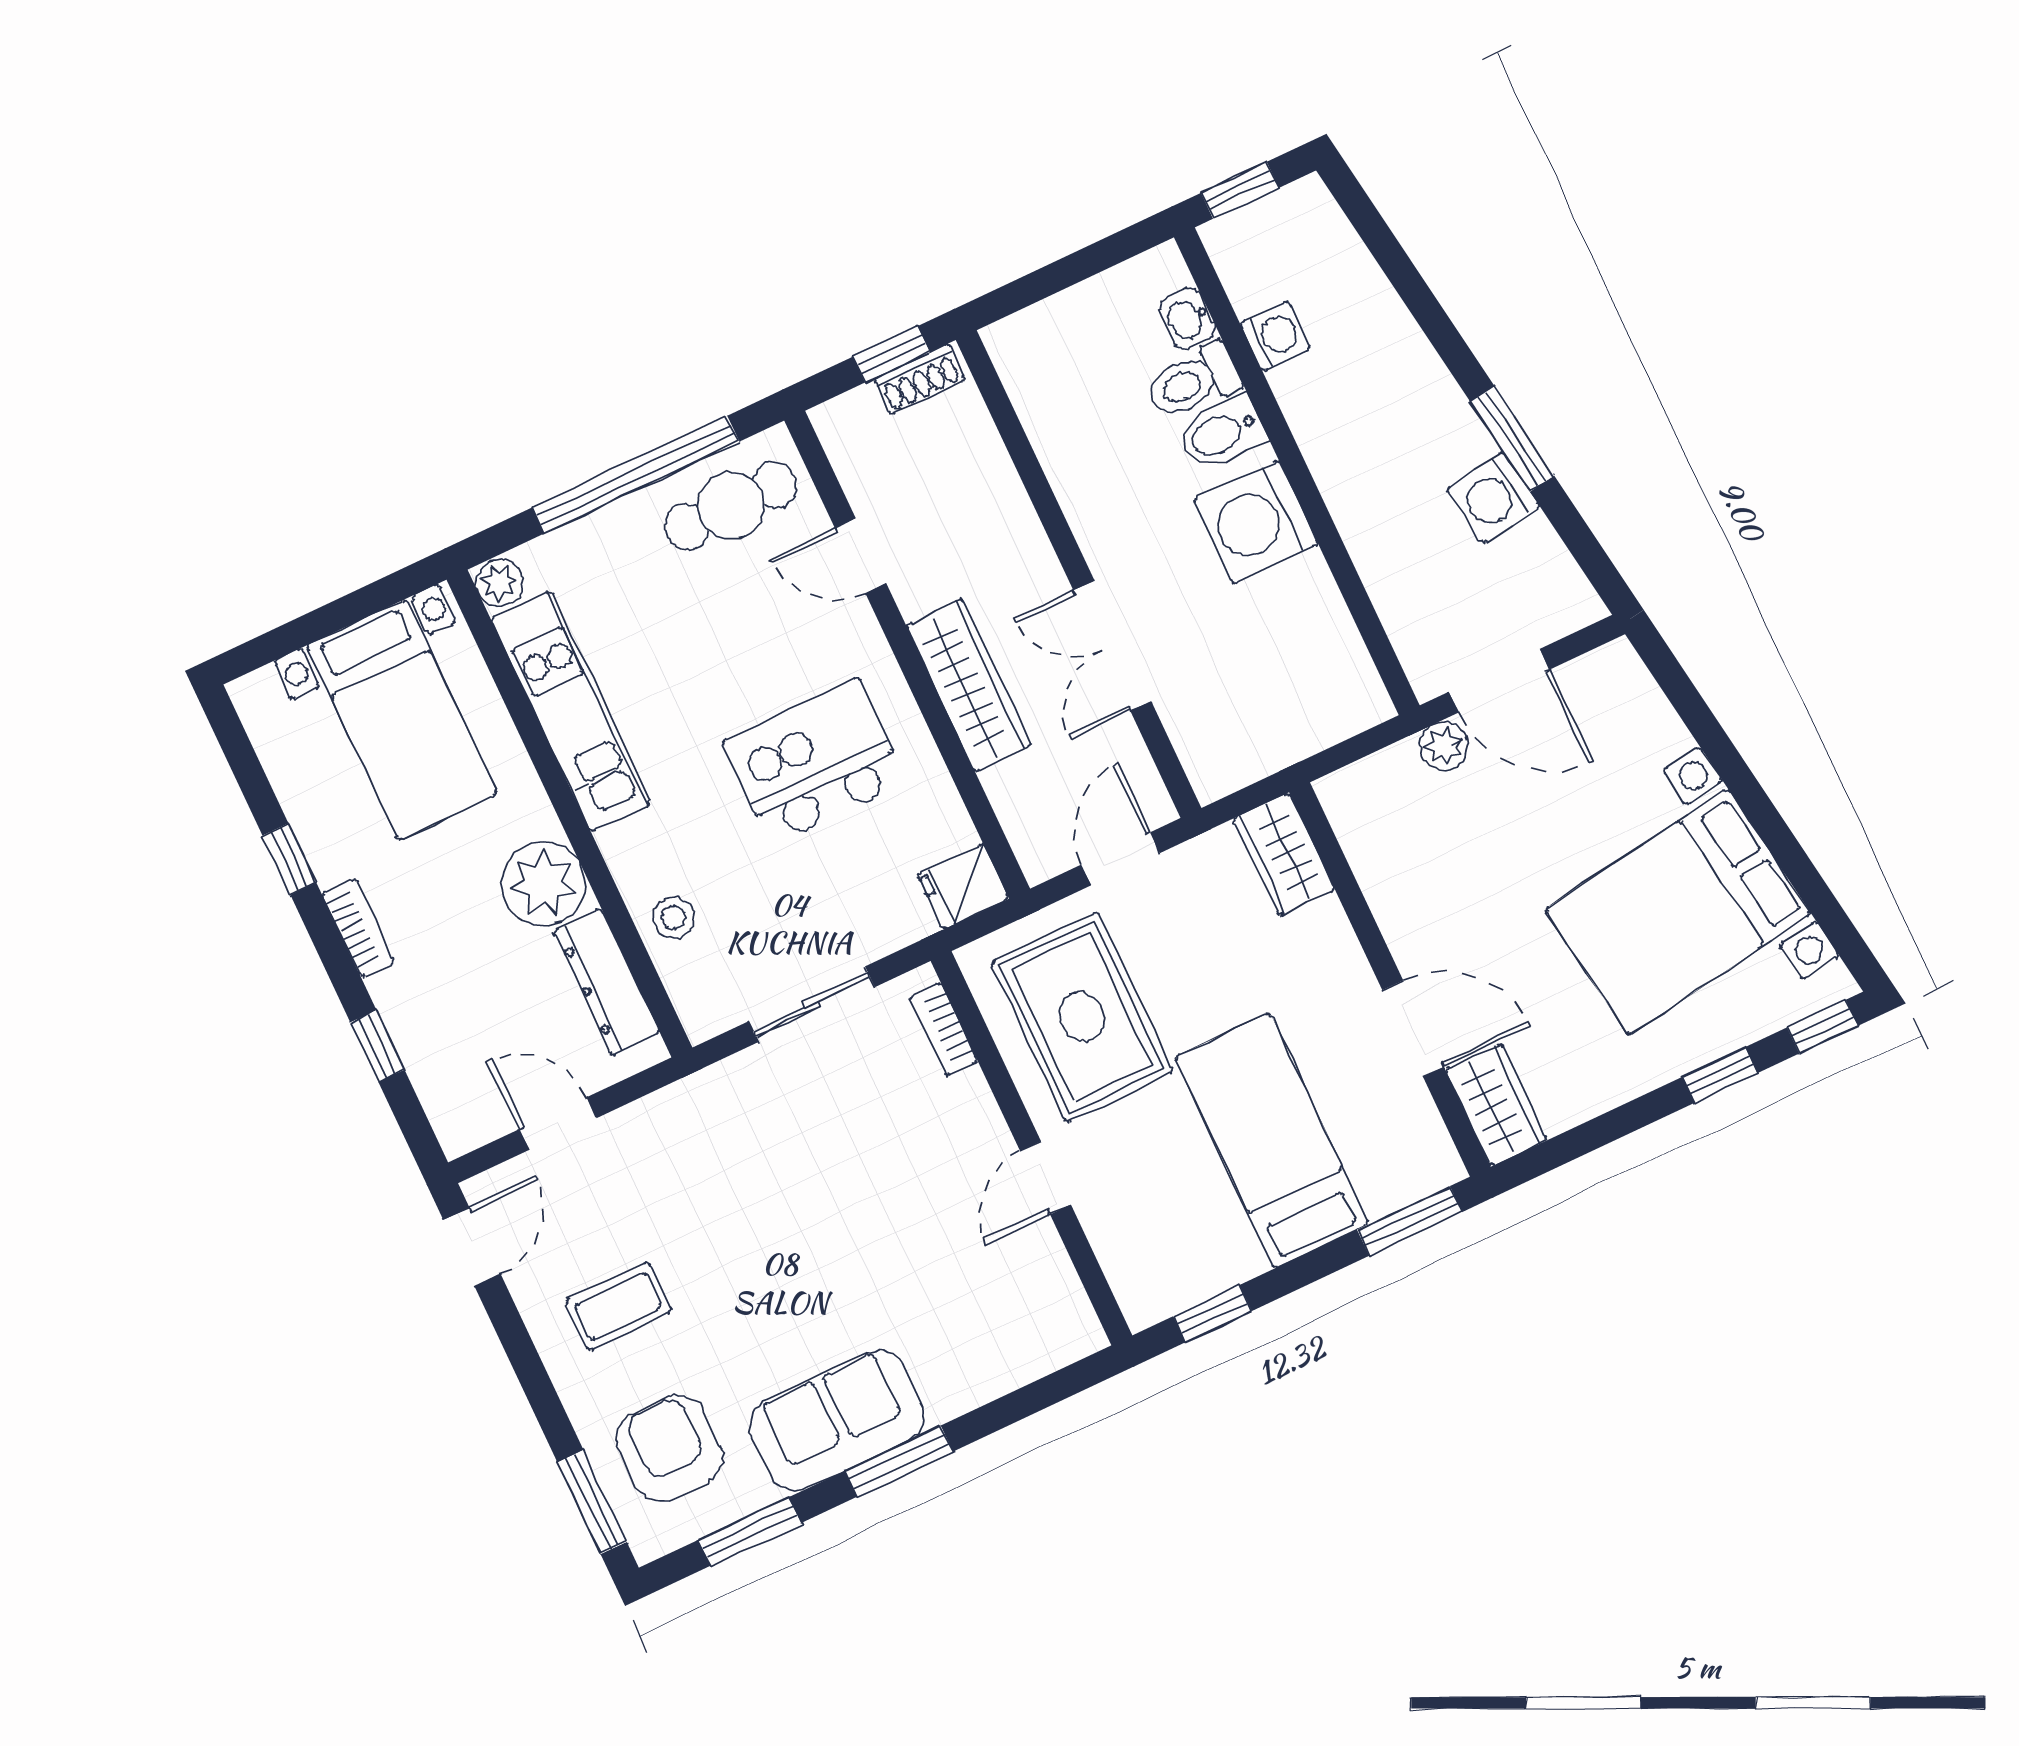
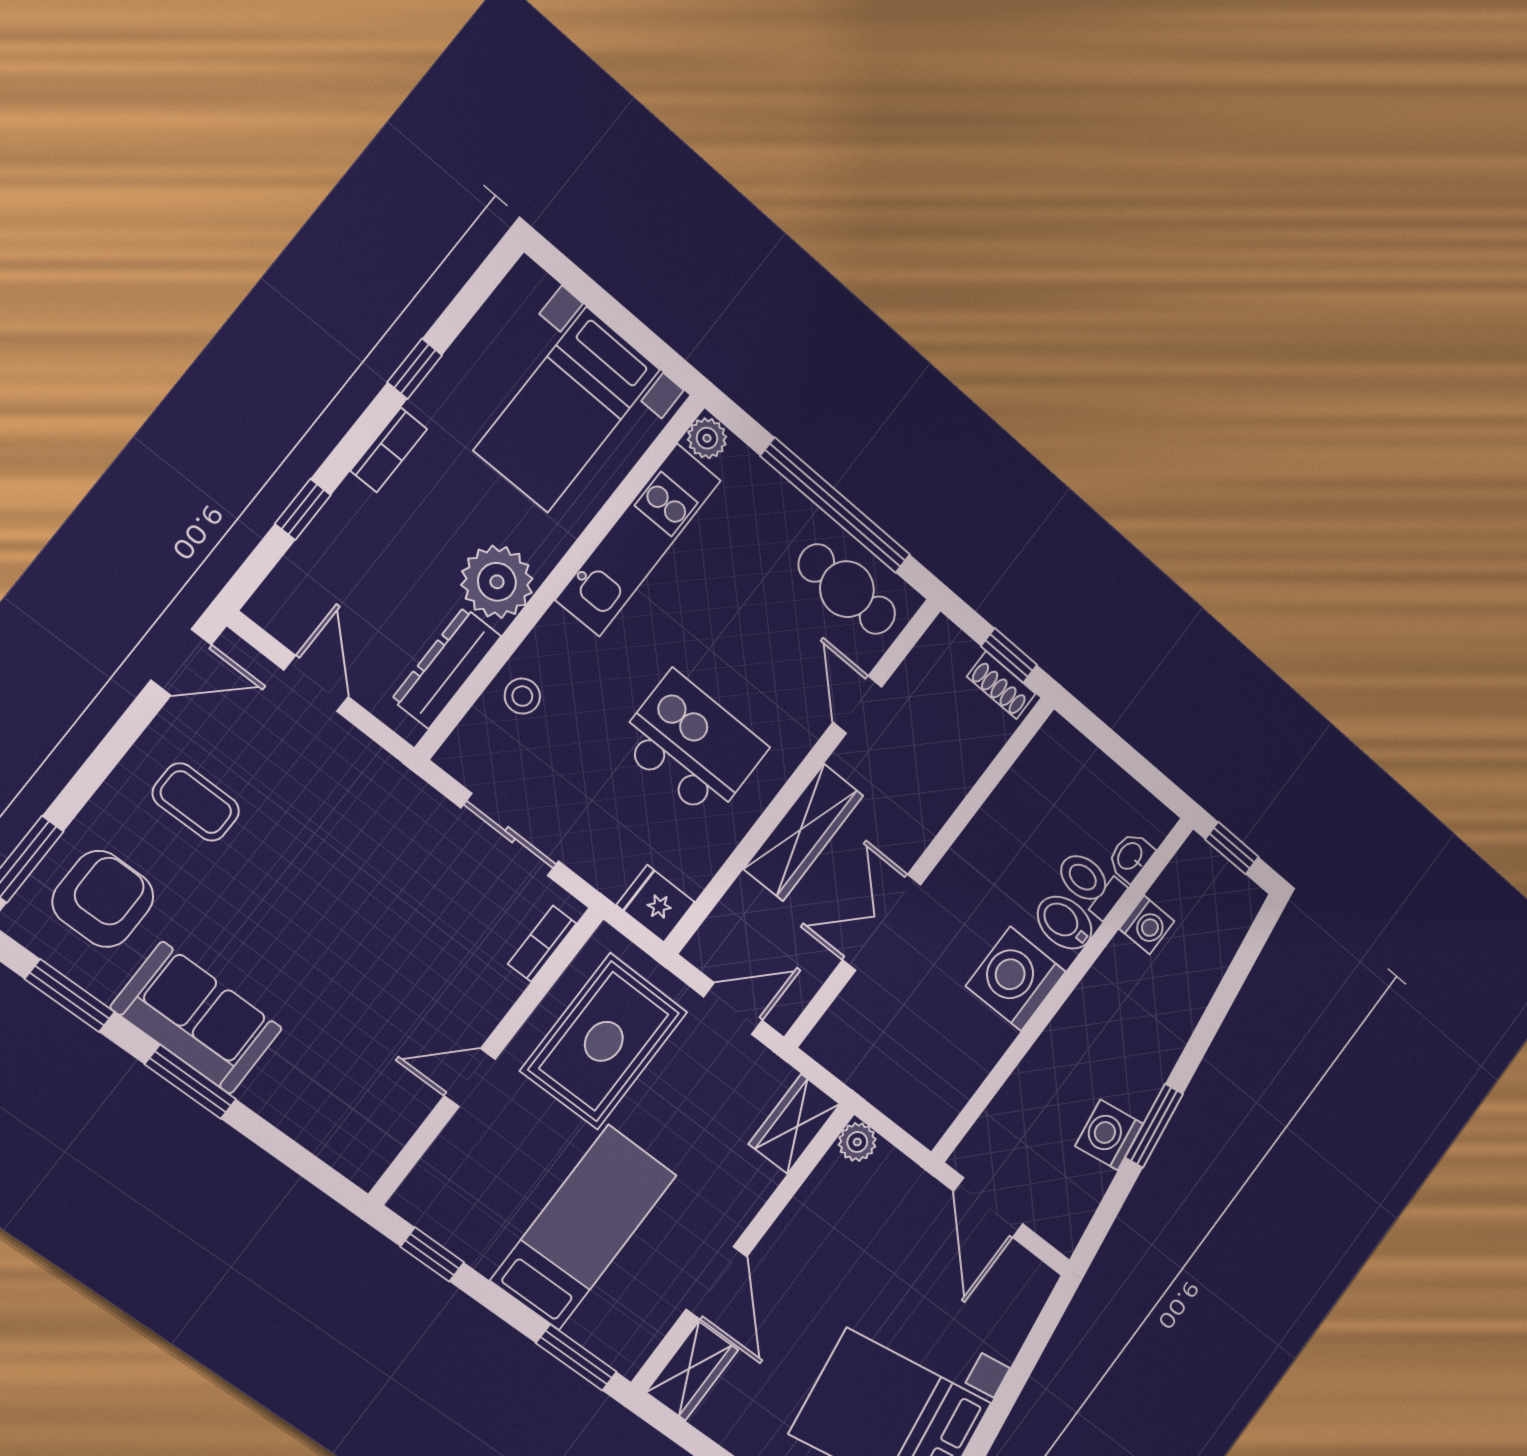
plant: (1444, 746) -> (857, 1142), moved

